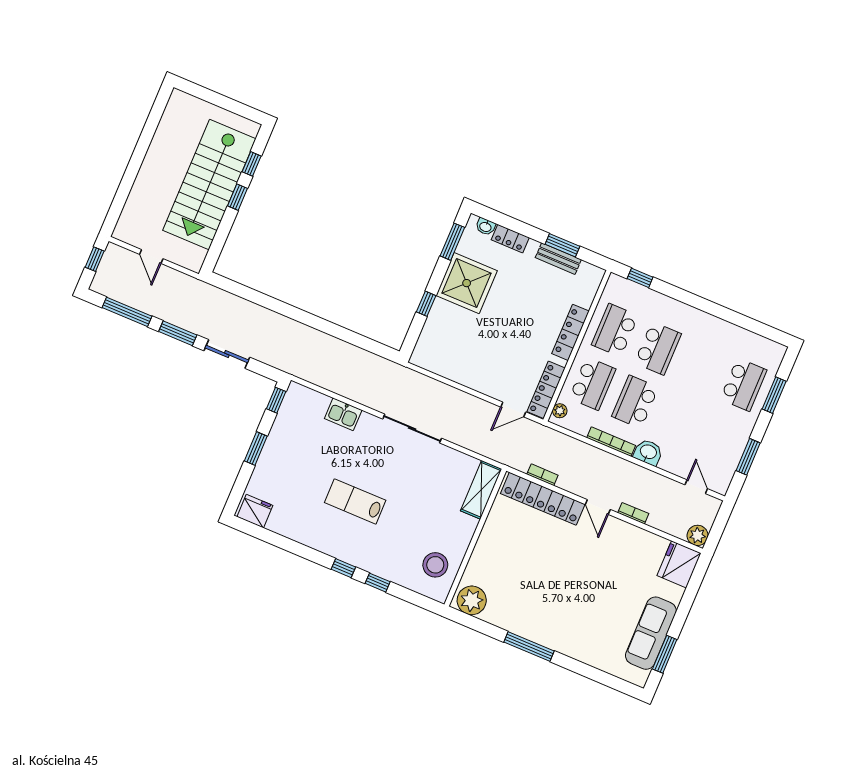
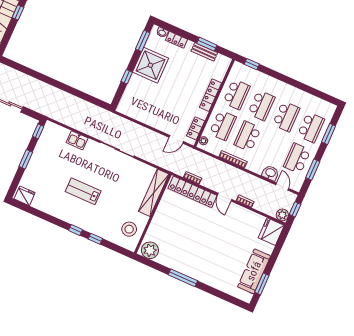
school desk: (615, 330) -> (236, 94), turned 180
school desk: (701, 366) -> (286, 116), added
locker: (546, 390) -> (196, 128), width x0.66
school desk: (721, 438) -> (297, 158), added
washbasin: (648, 452) -> (270, 173), moved
shelving: (481, 490) -> (154, 193), width x1.47
window: (719, 525) -> (295, 209), added

